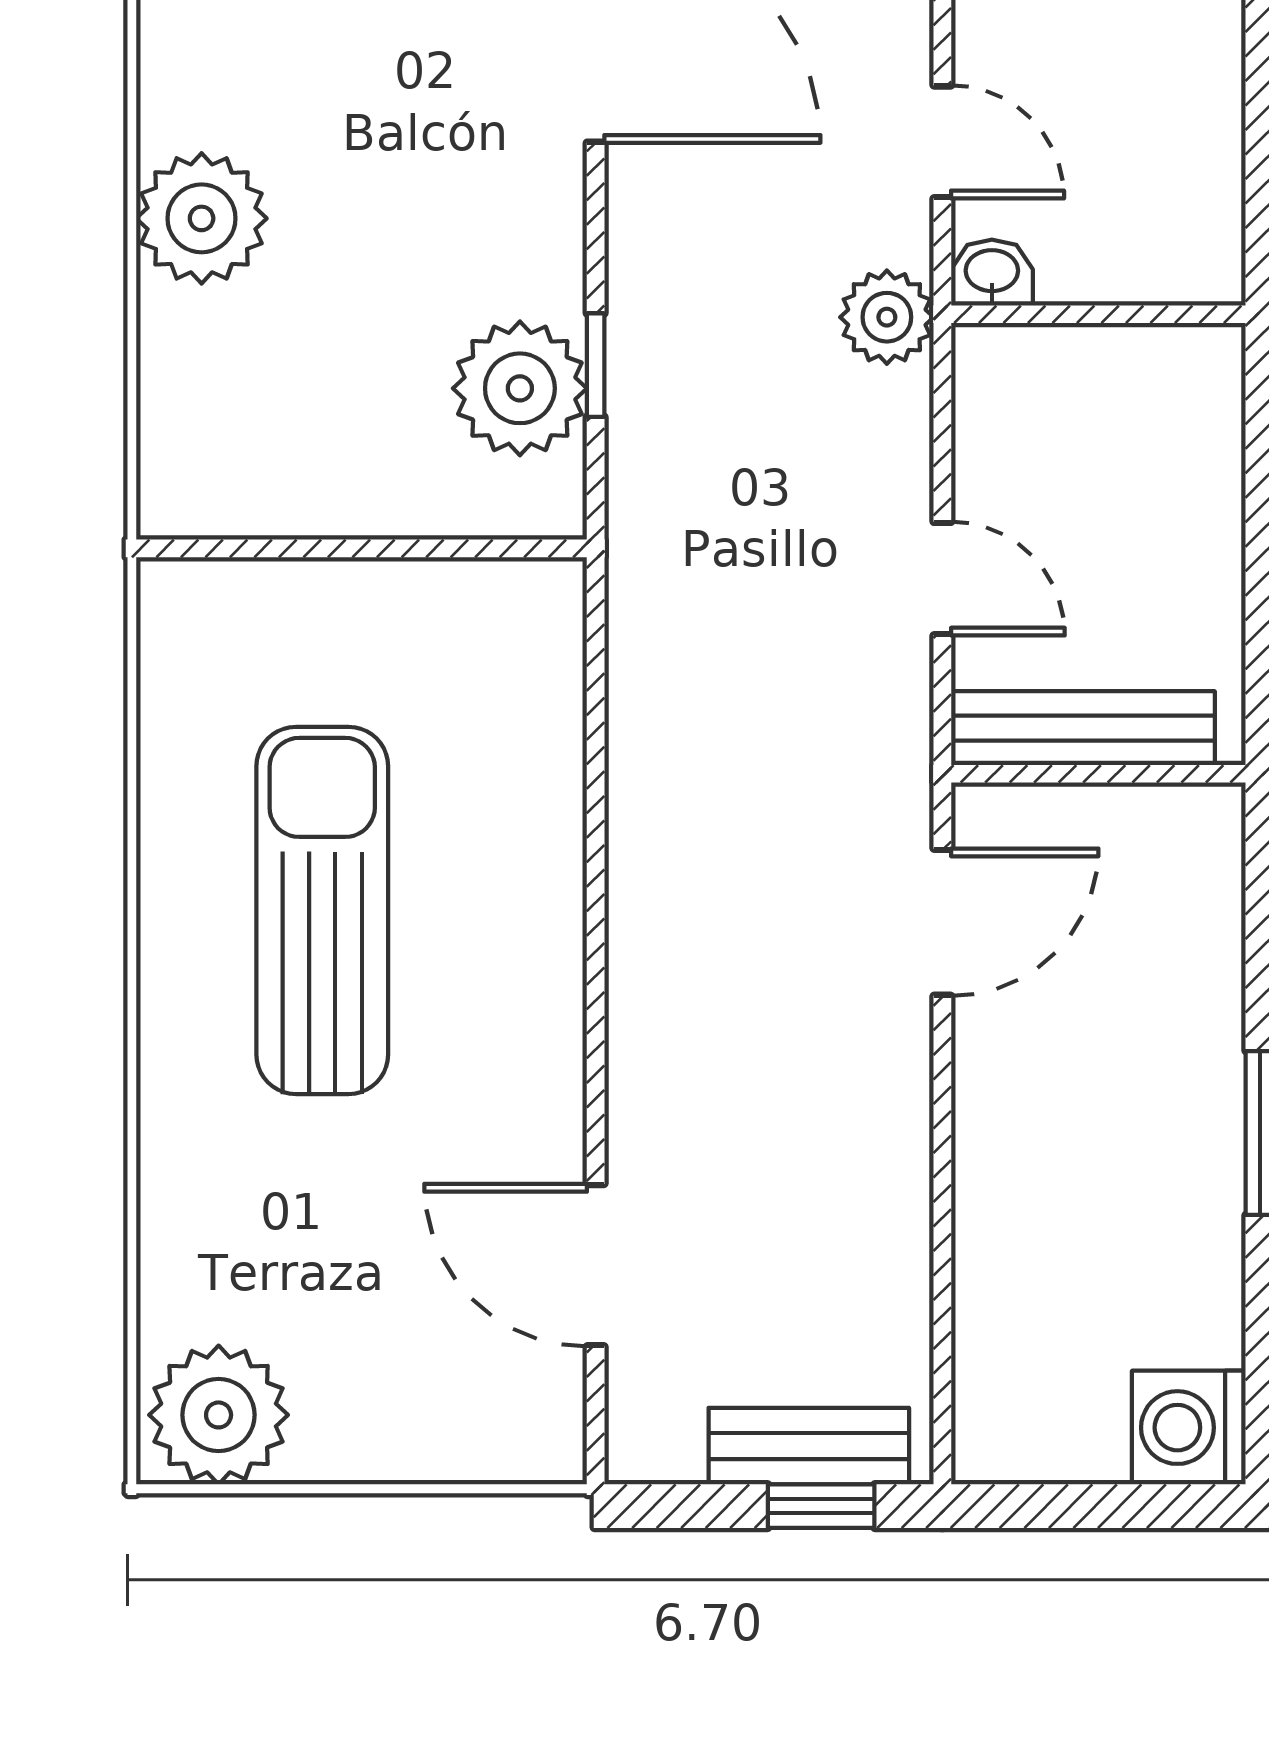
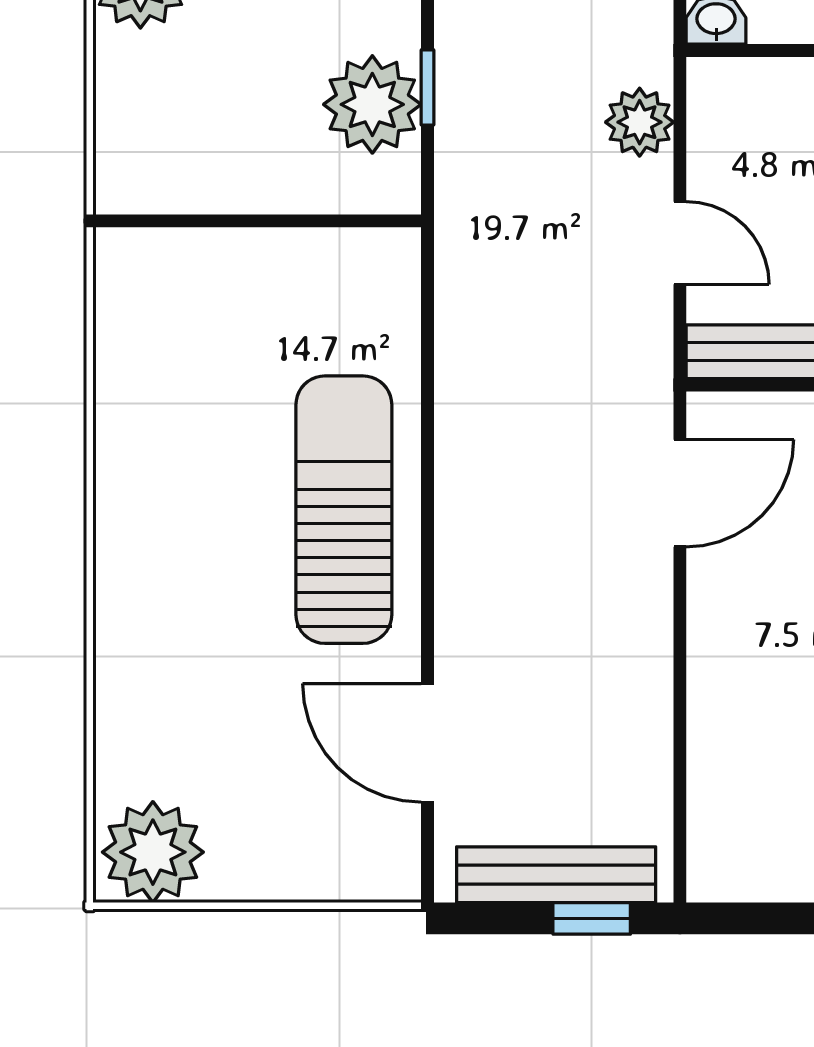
plant: (887, 317) -> (640, 122), moved
sun lounger: (322, 910) -> (344, 510), moved
bench: (809, 1446) -> (556, 875), width x1.36

